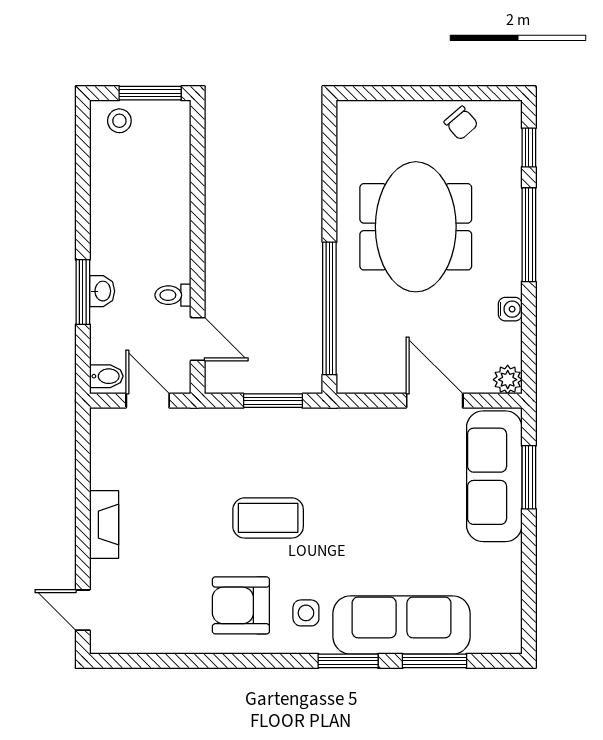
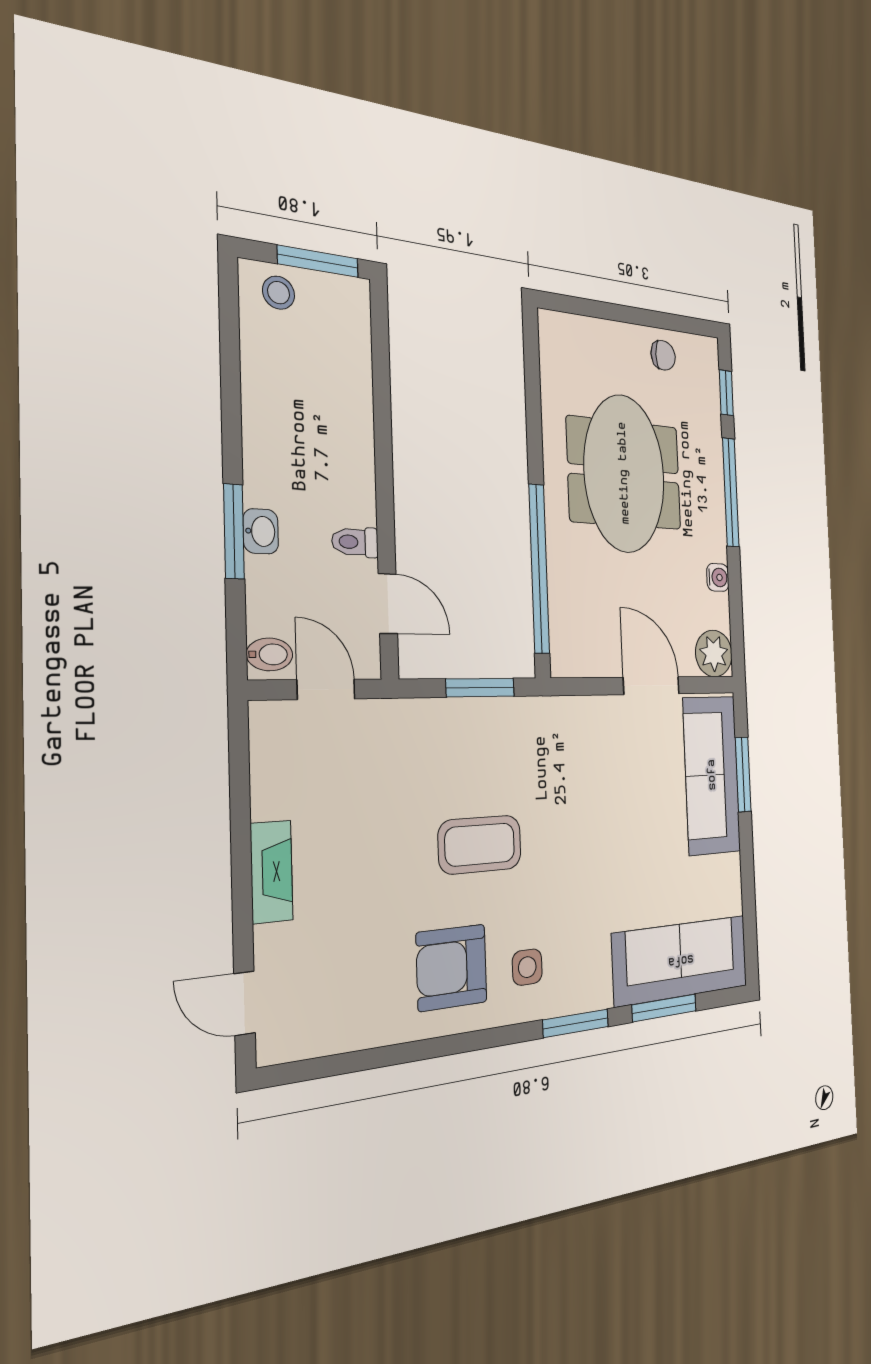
chair: (461, 123) -> (663, 355), turned -49
plant: (508, 380) -> (714, 653), width x1.38, depth x1.38
sofa: (402, 625) -> (681, 960), moved

